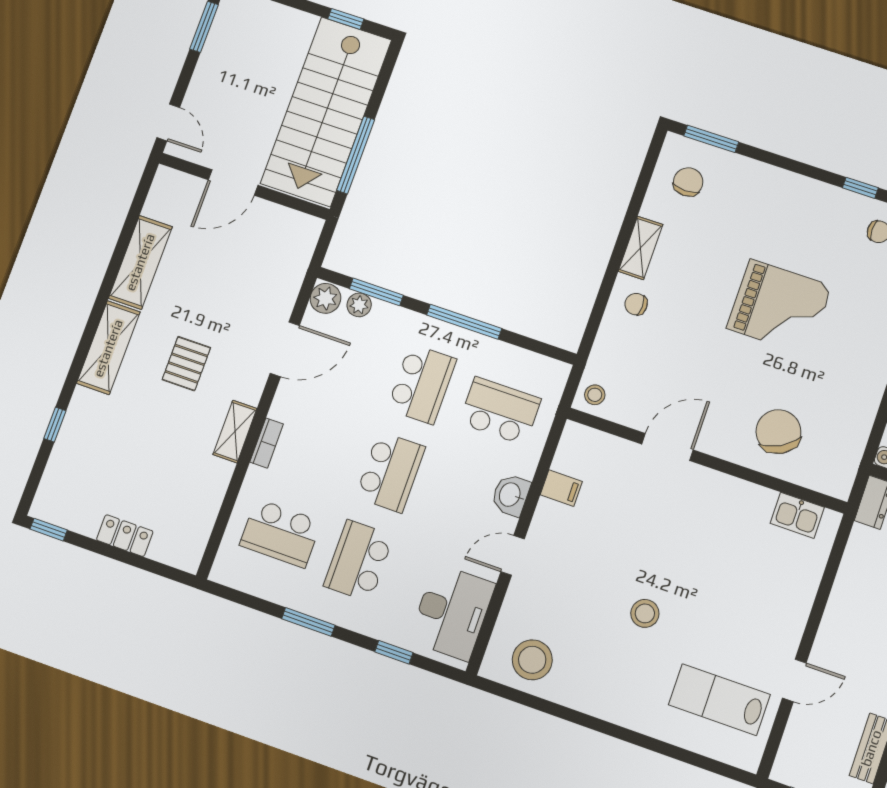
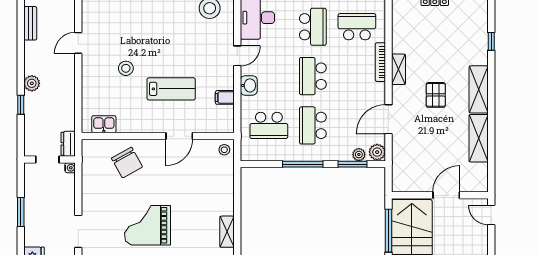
chair: (636, 304) -> (219, 202), removed
bookcase: (267, 443) -> (380, 62), width x1.56
stool: (645, 613) -> (126, 68), moved
lab bench: (719, 700) -> (171, 89), moved

